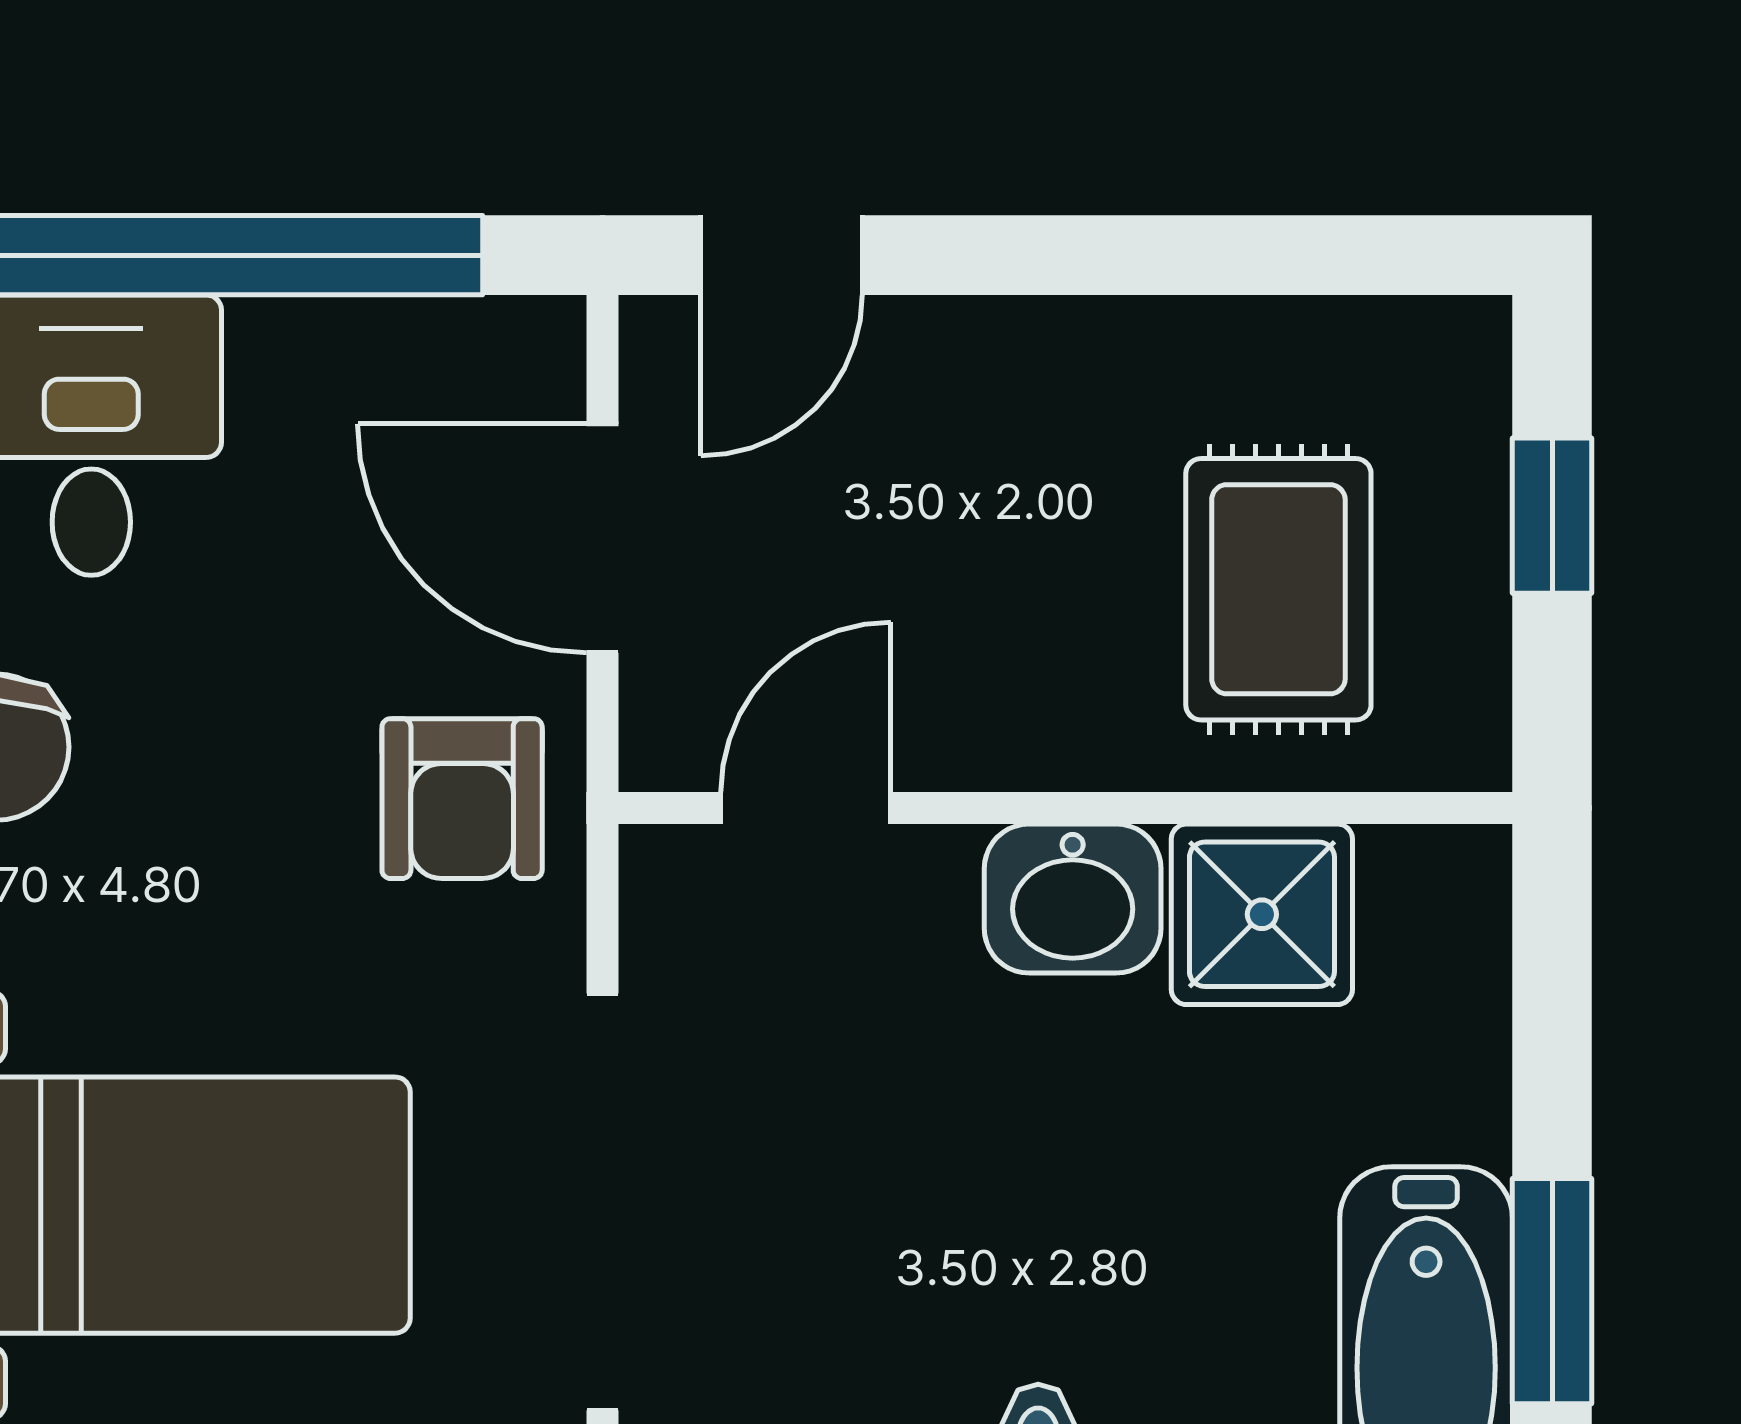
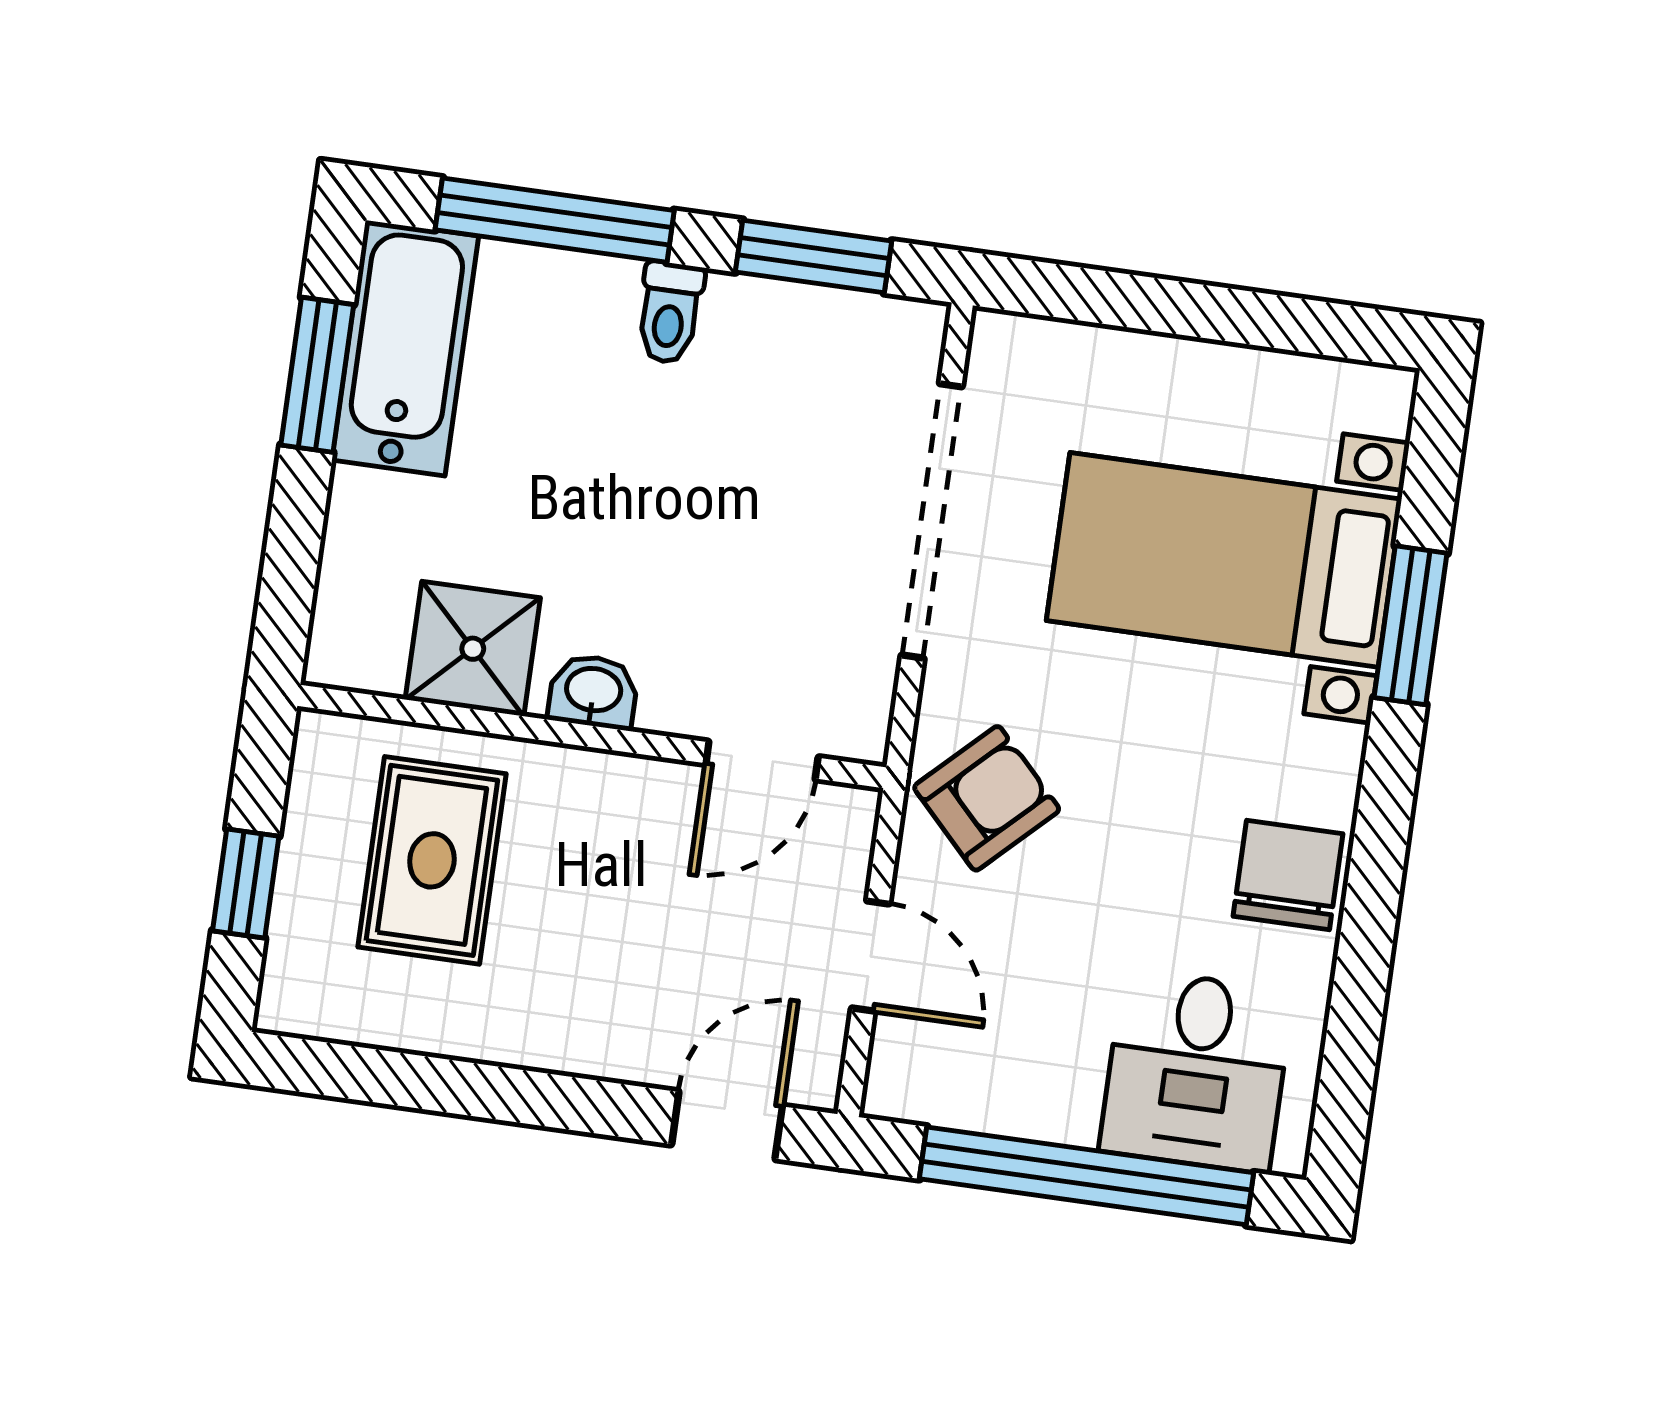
door: (603, 538) -> (871, 956), width x0.73
armchair: (462, 799) -> (987, 798), turned 46
washbasin: (1073, 899) -> (593, 692), width x0.72, depth x0.69

